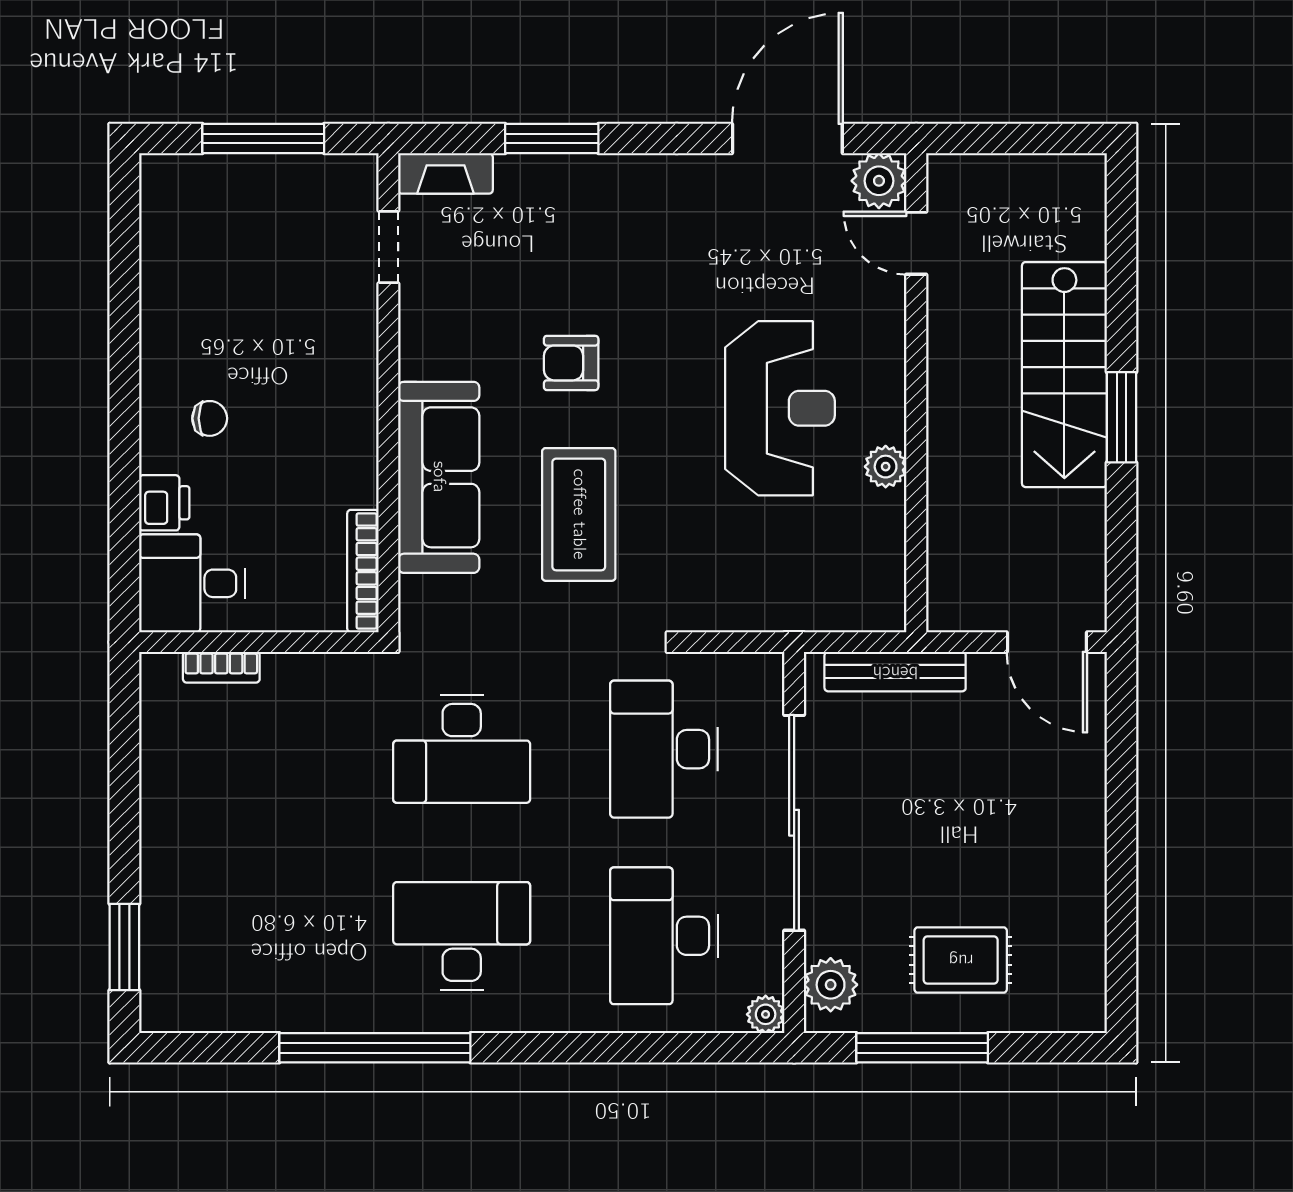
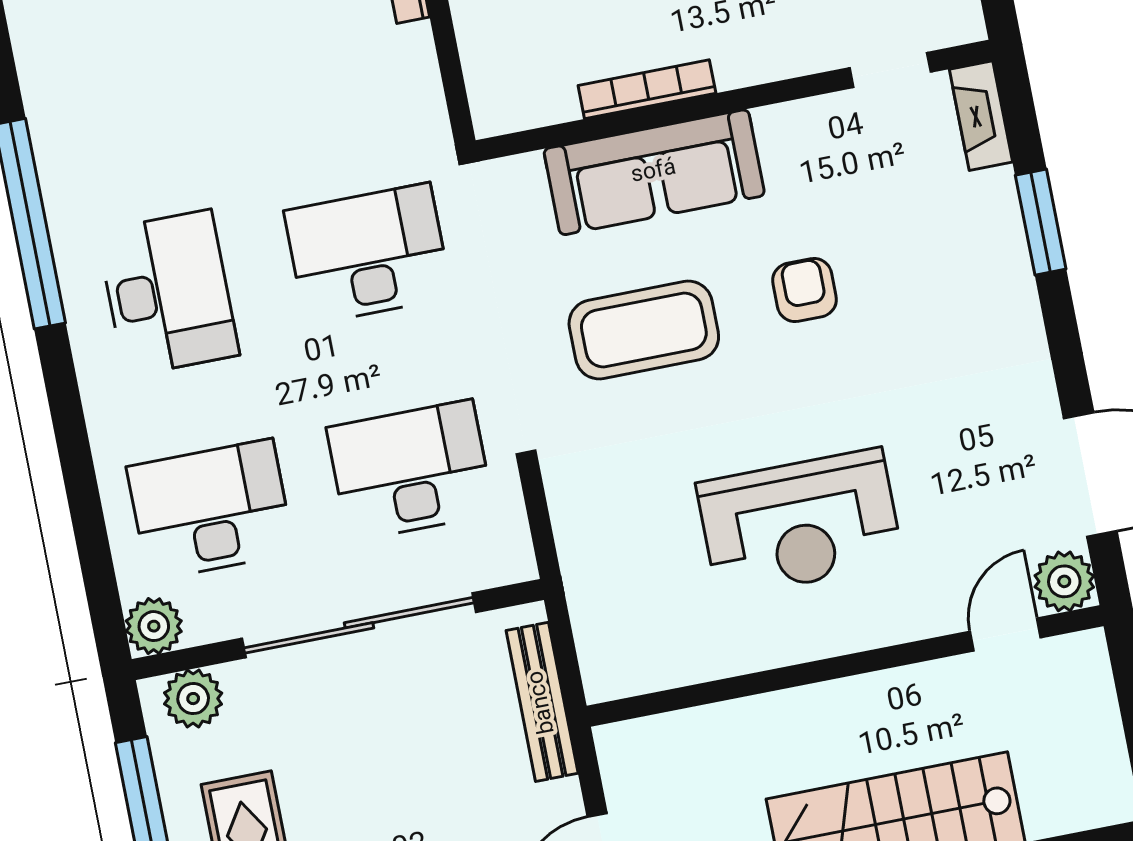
plant: (886, 467) -> (760, 649), removed
bookcase: (363, 571) -> (647, 89), moved
desk: (462, 749) -> (368, 254), turned 90
plant: (766, 1014) -> (154, 626), width x1.38, depth x1.38

